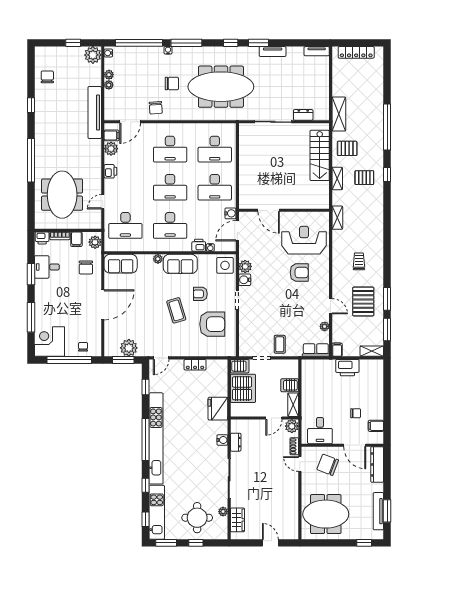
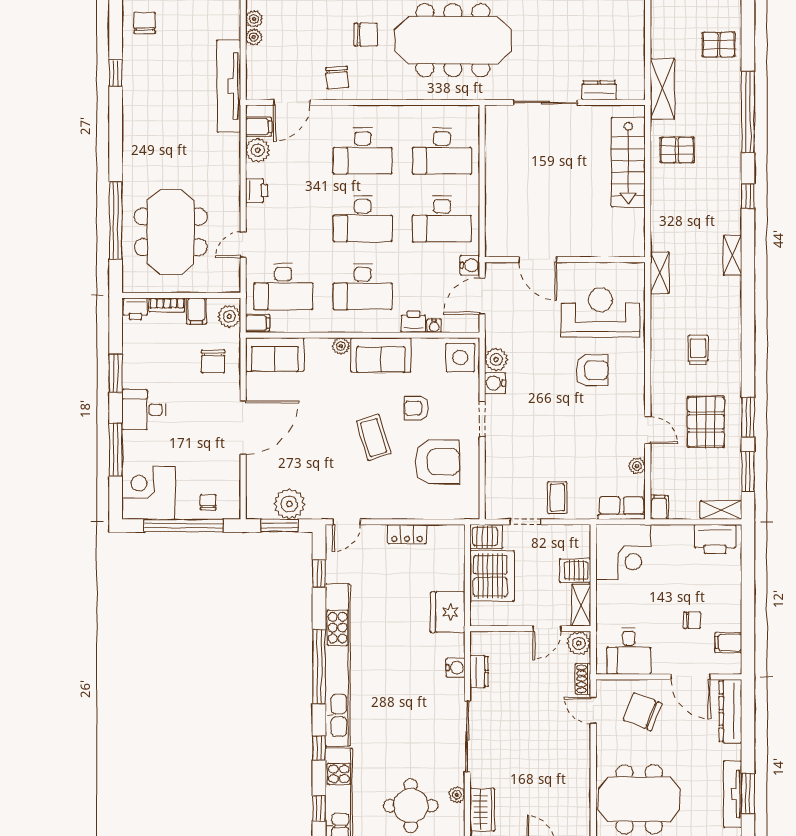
window: (31, 160) -> (116, 220), moved
shelving: (337, 178) -> (733, 255), moved
pallet: (364, 178) -> (719, 45), moved
filing cabinet: (111, 246) -> (258, 323), added
desk: (47, 267) -> (144, 410), moved
printer: (347, 368) -> (715, 539), moved
corner desk: (317, 375) -> (623, 552), added

